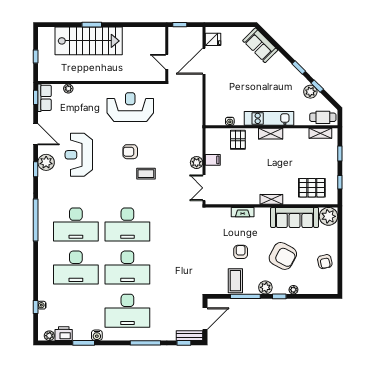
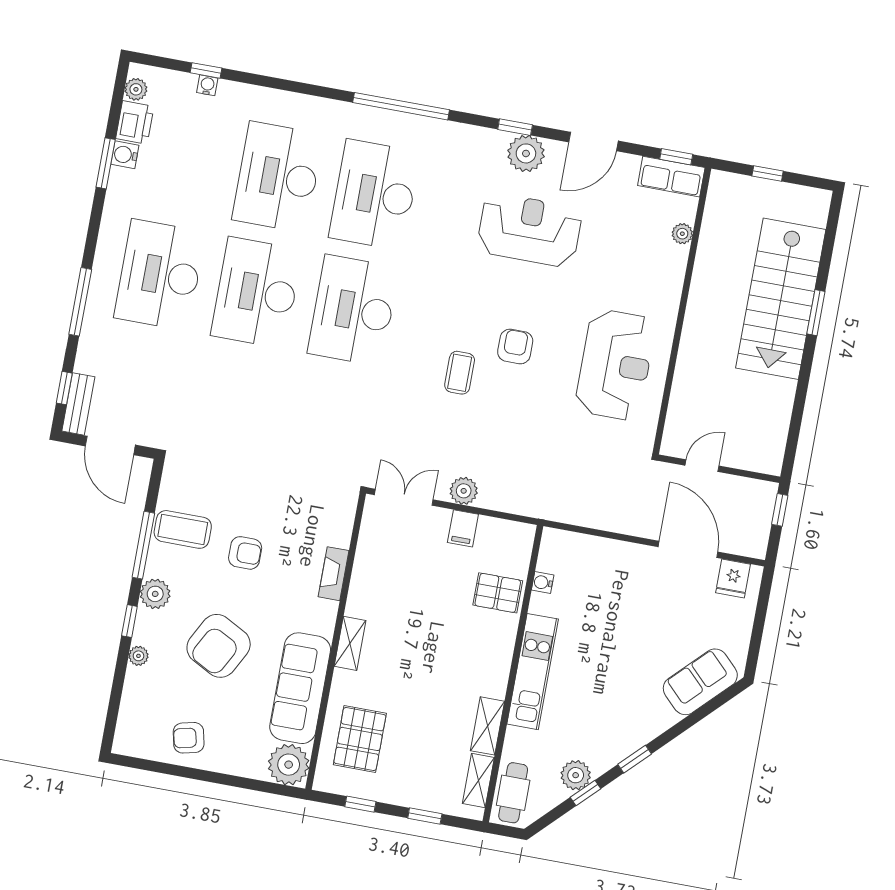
shelving: (271, 134) -> (487, 726), moved
water cooler: (97, 335) -> (125, 155), moved

